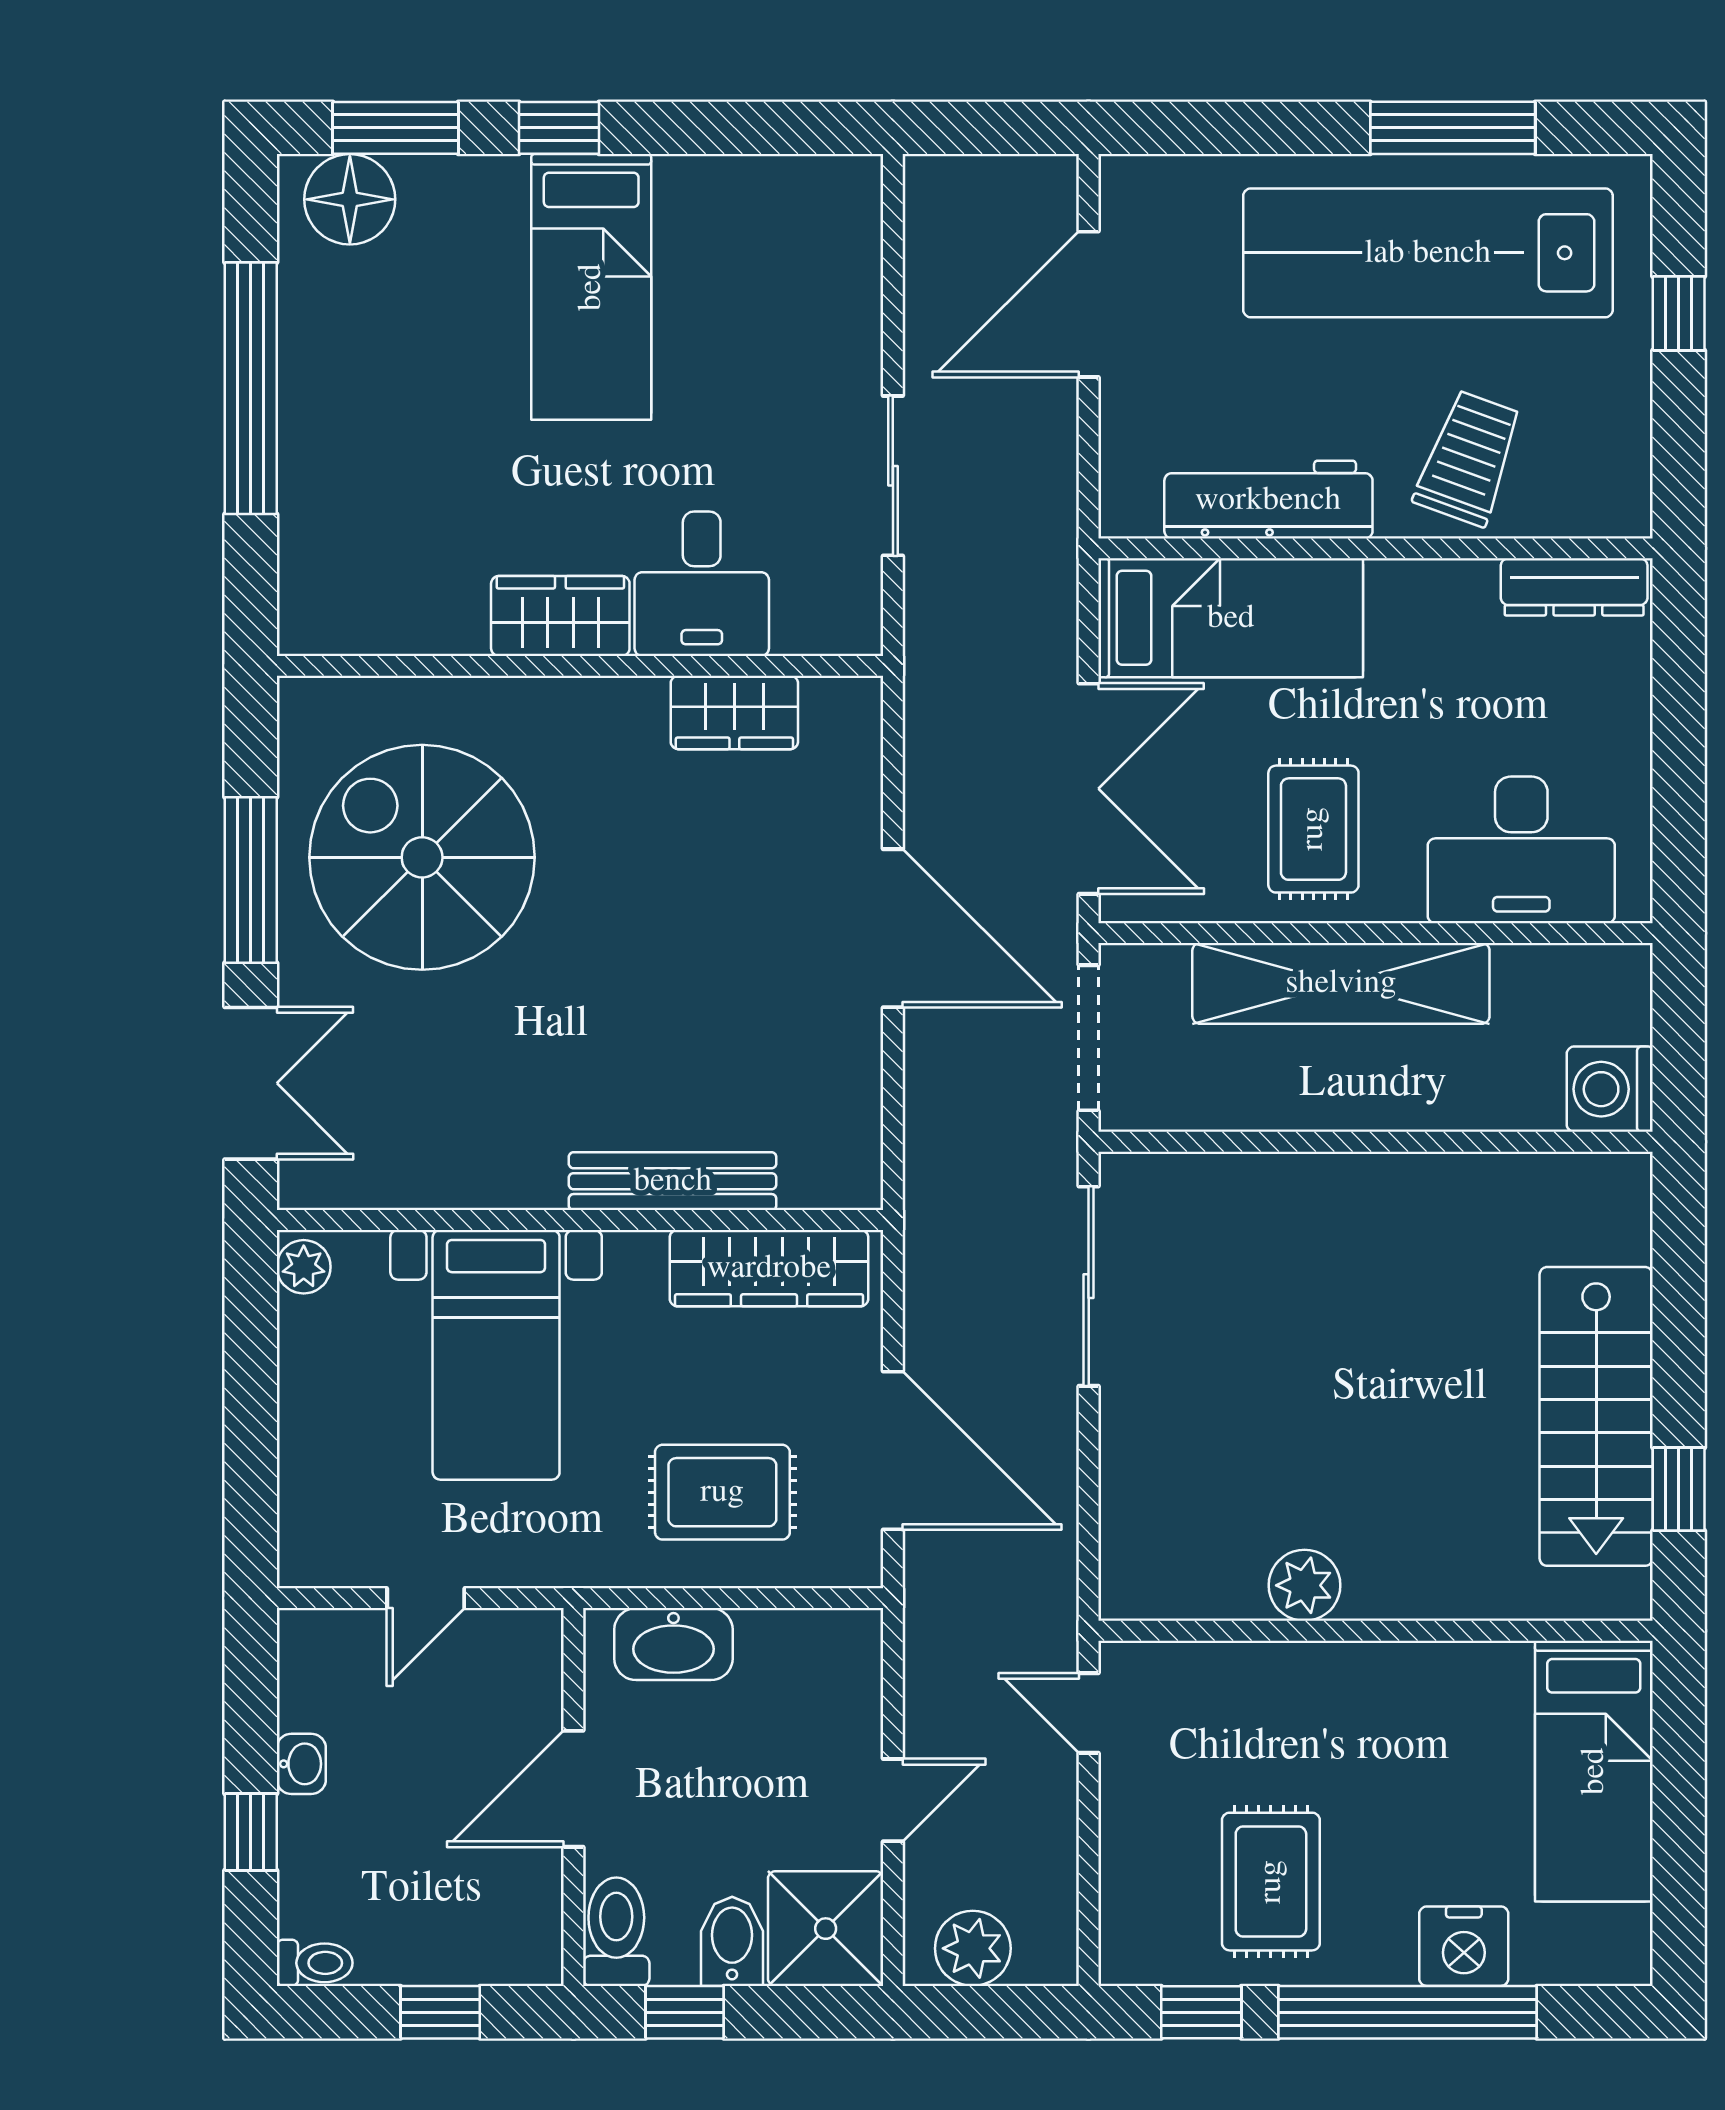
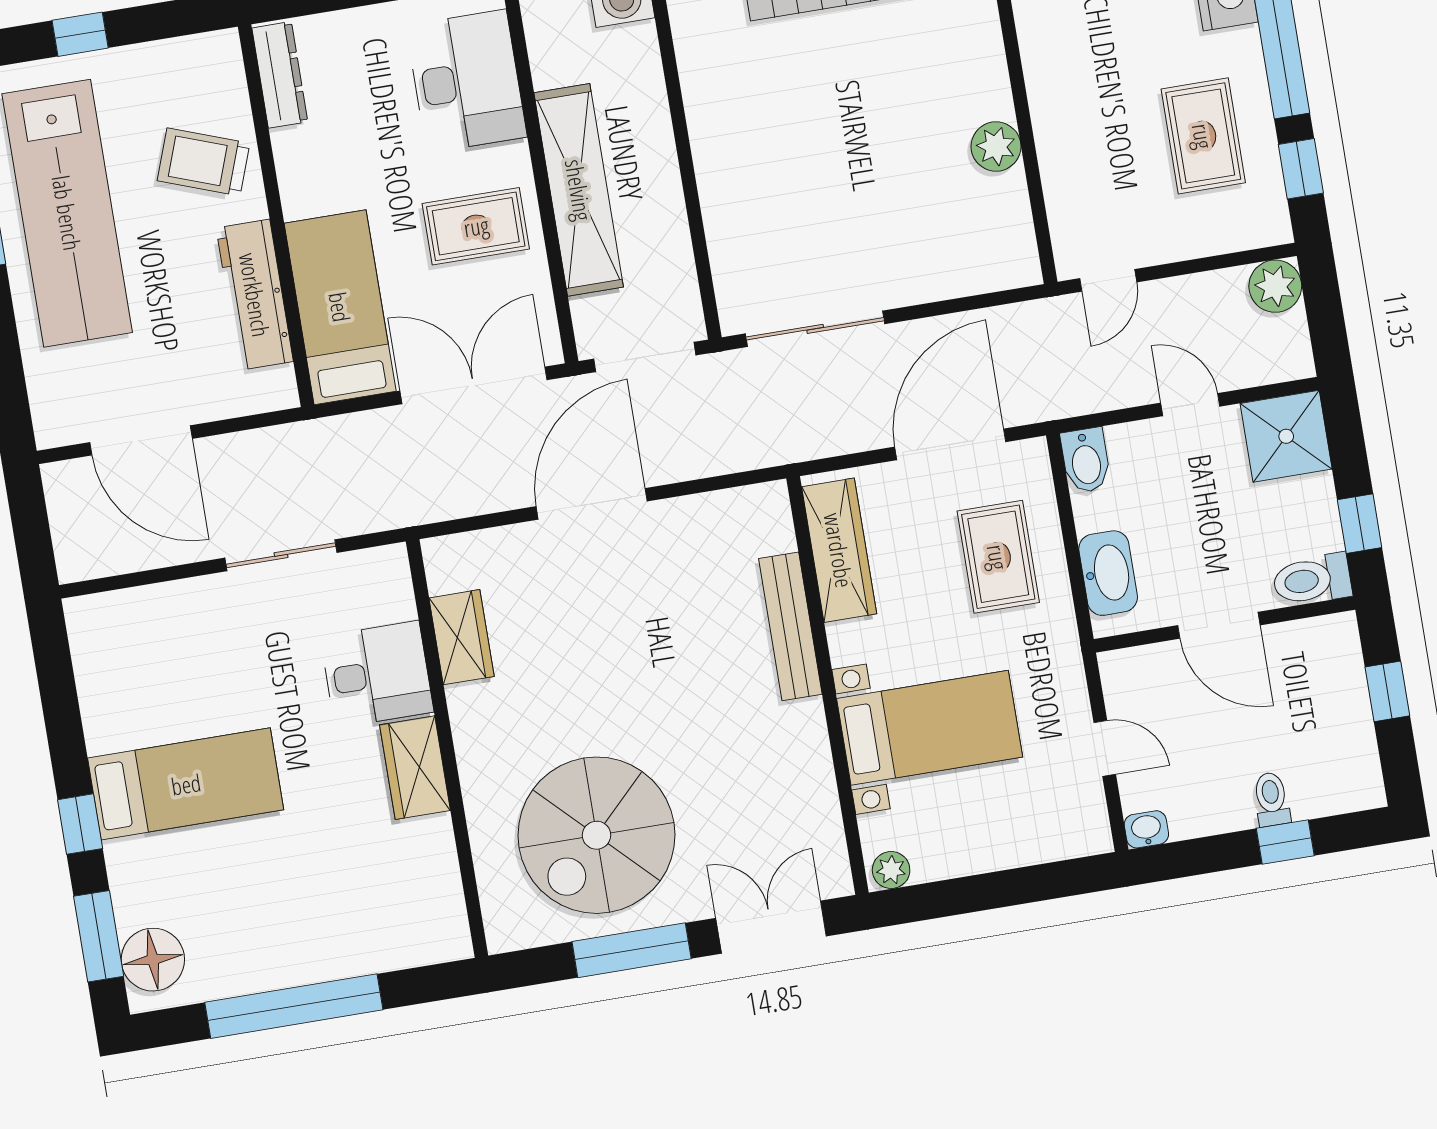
washbasin: (301, 1764) -> (1146, 829), moved
rug: (1271, 1882) -> (1203, 136), turned 90
bidet: (732, 1941) -> (1086, 460), moved, turned -90
plant: (973, 1948) -> (1275, 286), moved
toilet: (315, 1963) -> (1271, 799), moved

